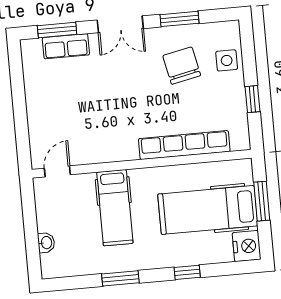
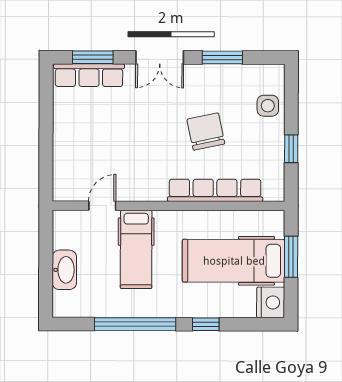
row of seats: (66, 46) -> (89, 75), width x1.48
chair: (182, 66) -> (206, 132), moved
door: (57, 171) -> (102, 206), moved
washbasin: (46, 243) -> (64, 270), width x1.91, depth x1.45
window: (120, 278) -> (135, 324), width x2.11

